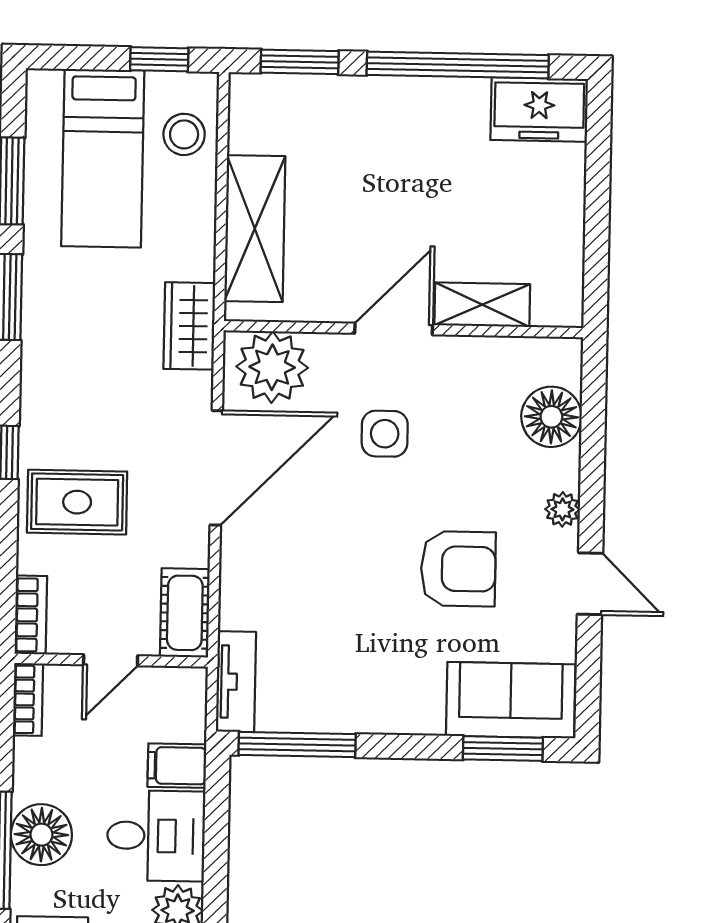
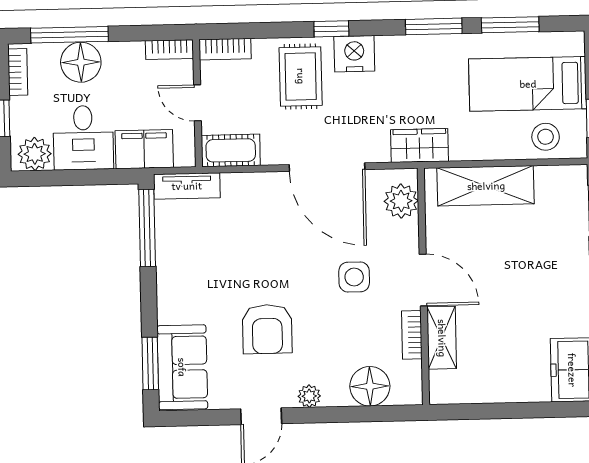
bookcase: (476, 350) -> (412, 335), added
plant: (272, 367) -> (401, 201), width x0.73, depth x0.73
nightstand: (46, 419) -> (354, 54), added
filing cabinet: (177, 766) -> (144, 149), width x2.00

